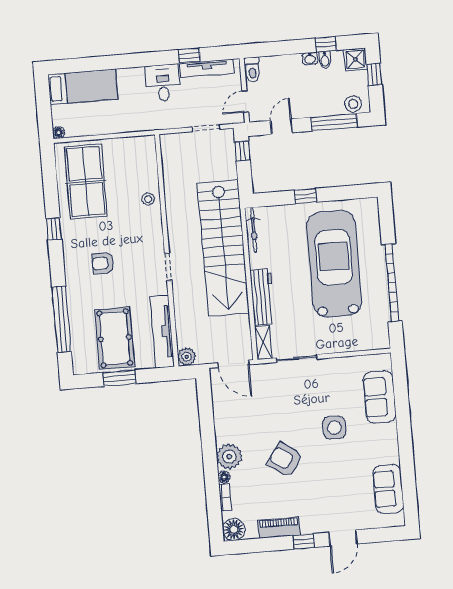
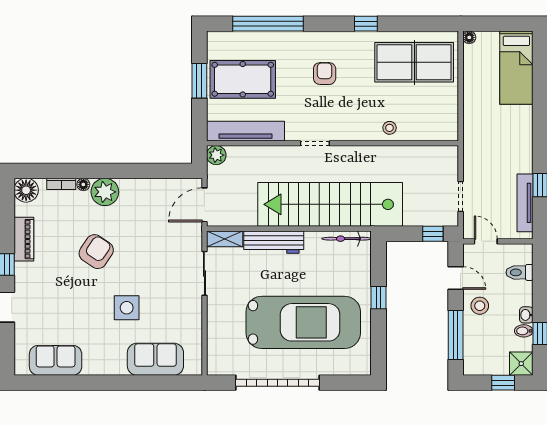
toilet: (252, 70) -> (520, 272), moved
desk: (163, 83) -> (513, 154), removed
stool: (353, 104) -> (480, 306), moved

